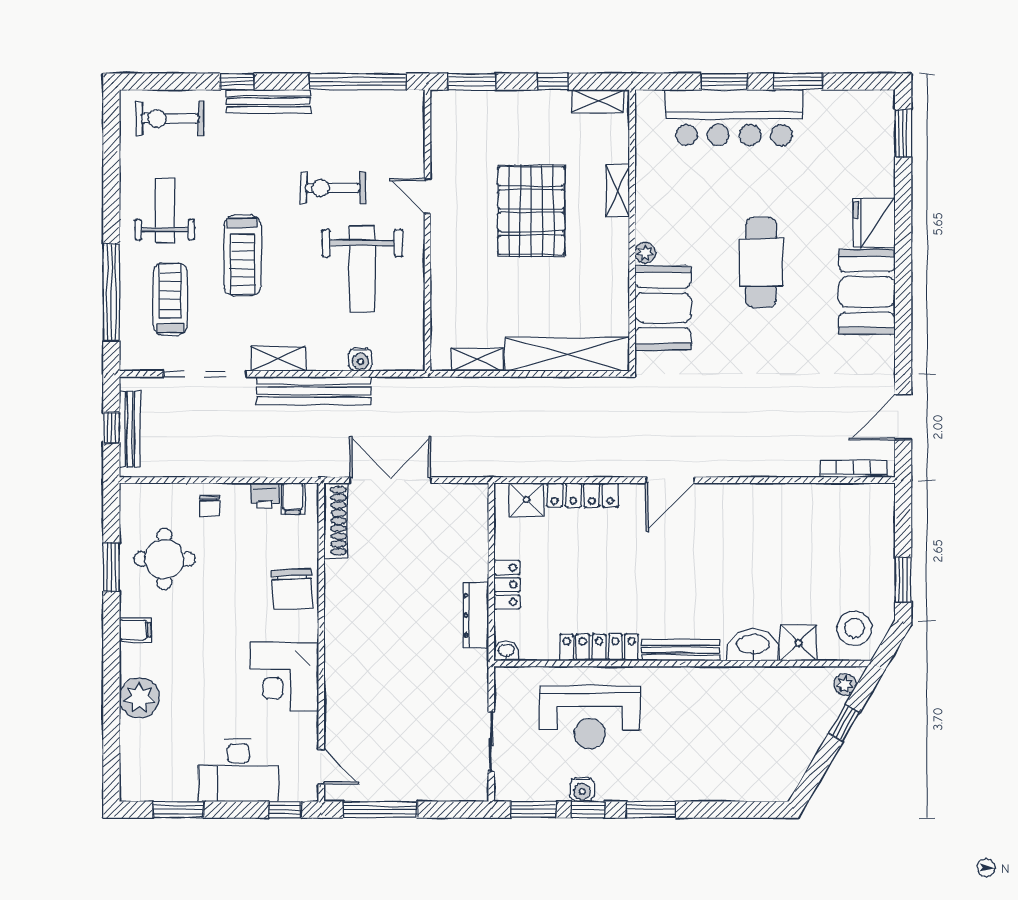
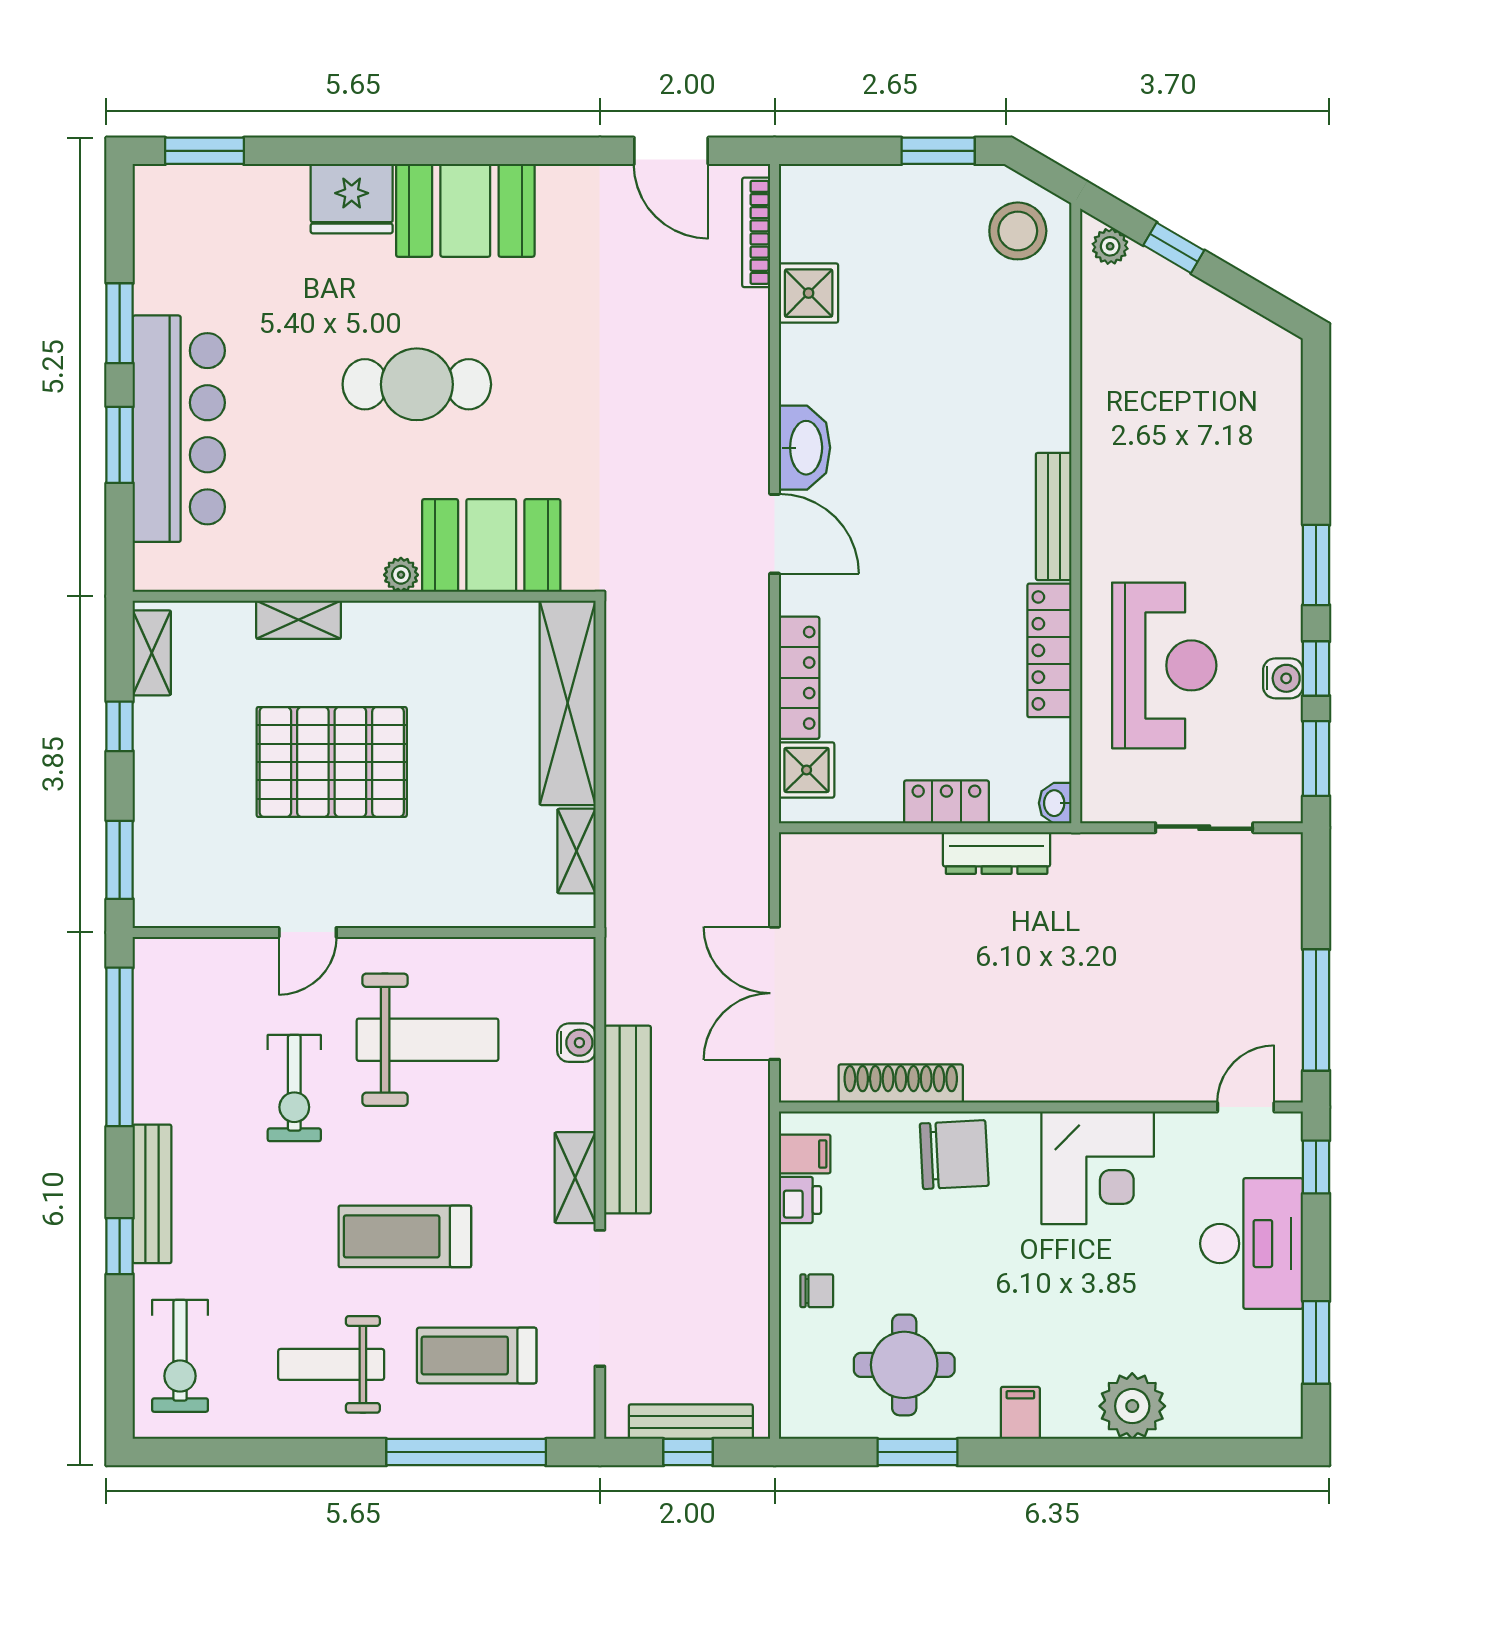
treadmill: (243, 255) -> (405, 1236), turned 180
shoe rack: (336, 521) -> (901, 1084), moved
shower: (798, 643) -> (809, 293), moved
washbasin: (753, 645) -> (805, 448), moved, turned 180

